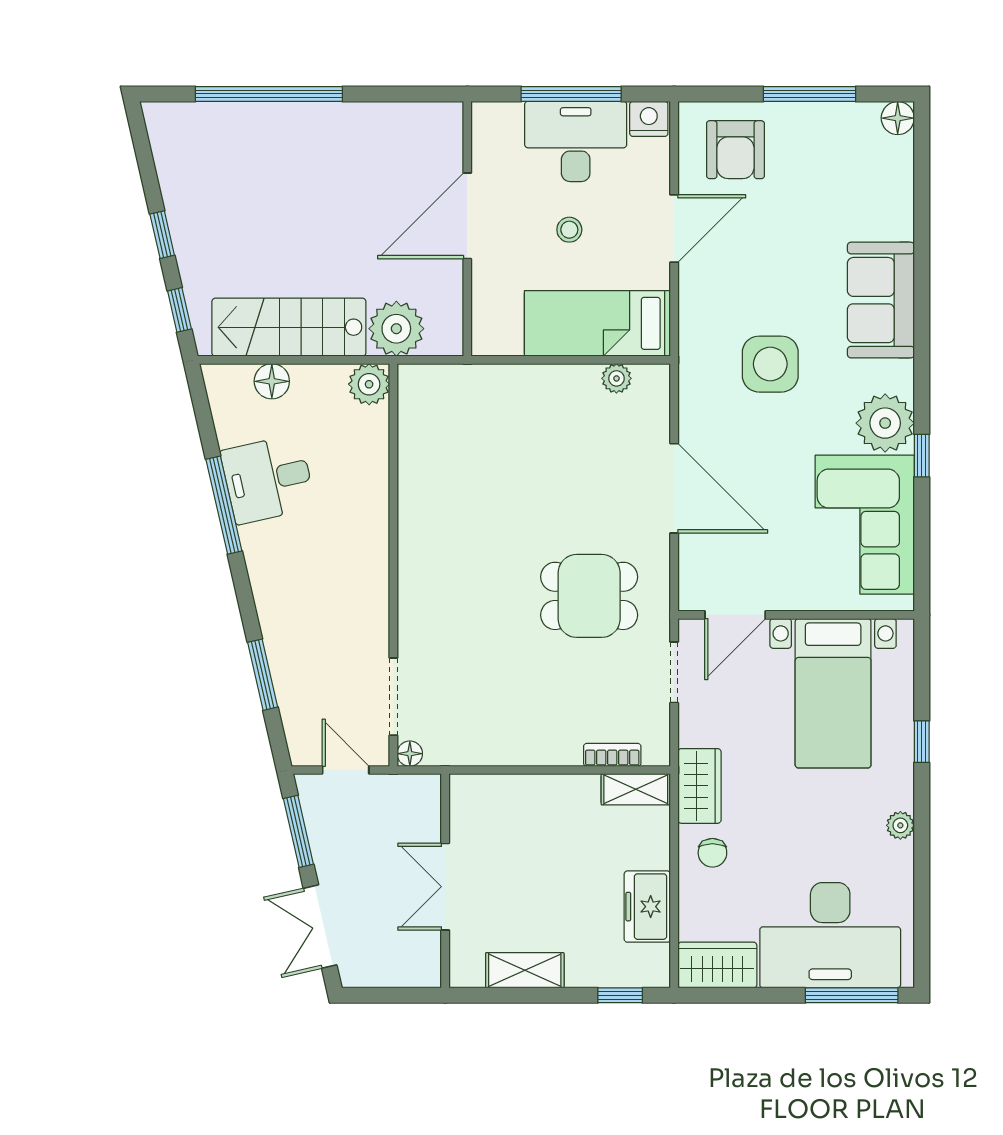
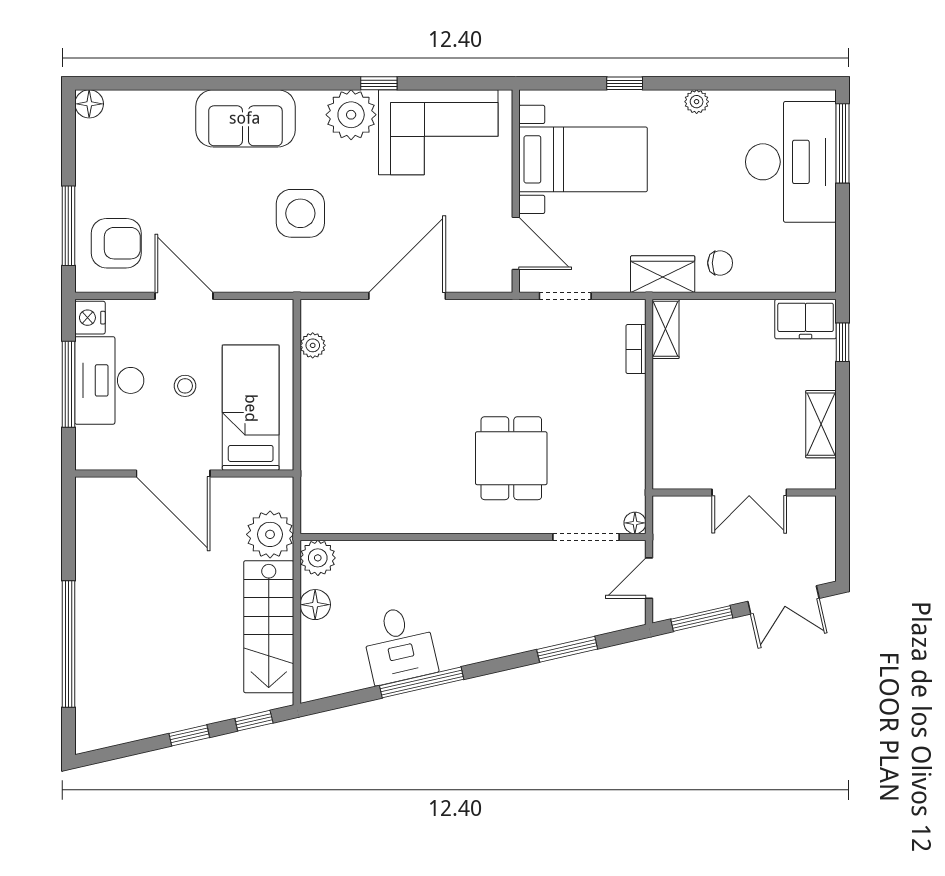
window: (809, 94) -> (68, 226), moved
bed: (597, 323) -> (251, 408), moved, turned 180
floor lamp: (272, 381) -> (315, 605), moved
dining table: (589, 596) -> (511, 458), moved
freezer: (647, 907) -> (806, 319), moved
wardrobe: (717, 965) -> (816, 259), removed

